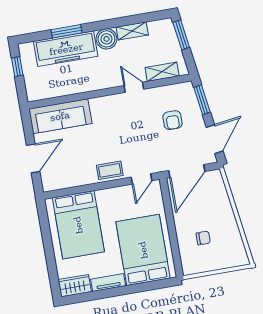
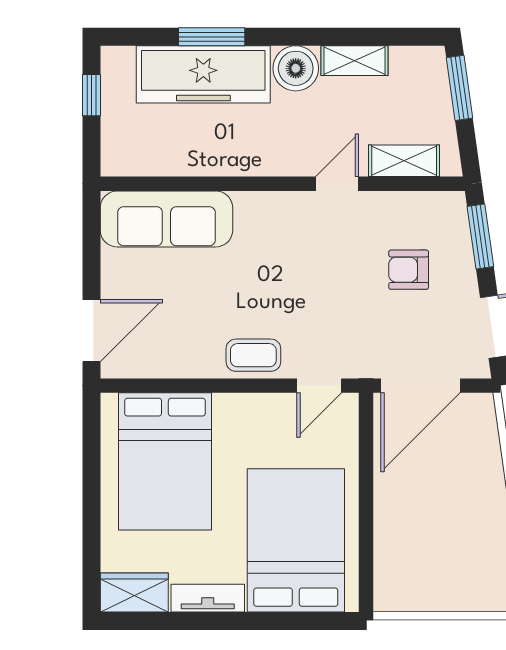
door: (134, 87) -> (337, 184), hinge flipped
armchair: (173, 120) -> (409, 270), turned 90
door: (33, 158) -> (92, 331), moved
chair: (203, 238) -> (431, 537), removed

